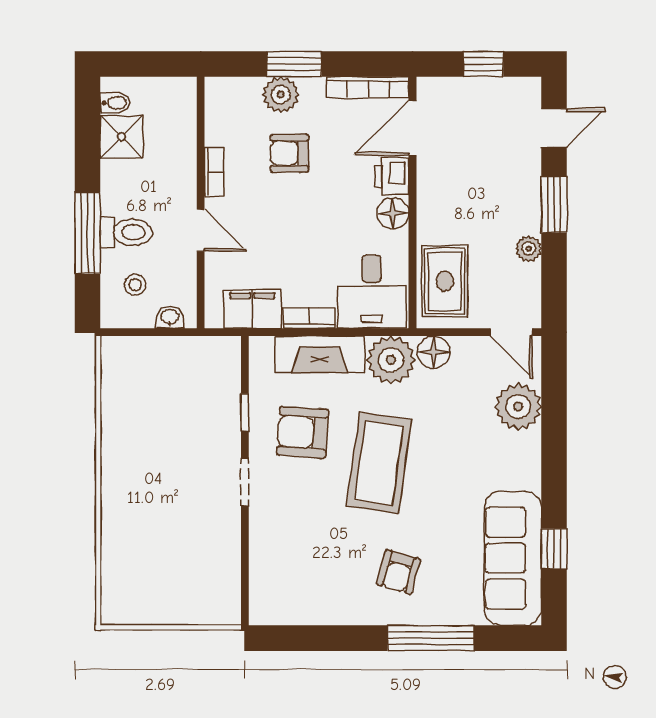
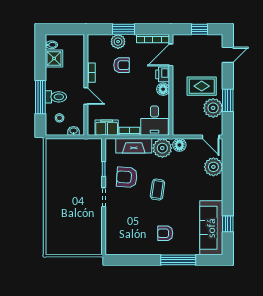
armchair: (290, 153) -> (122, 65), turned 180
window: (554, 205) -> (228, 100), moved
plant: (529, 249) -> (213, 108), width x1.88, depth x1.88
rug: (445, 281) -> (202, 86), moved, turned 90
coffee table: (379, 463) -> (157, 190), width x0.54, depth x0.58
armchair: (398, 572) -> (165, 233), turned 74

